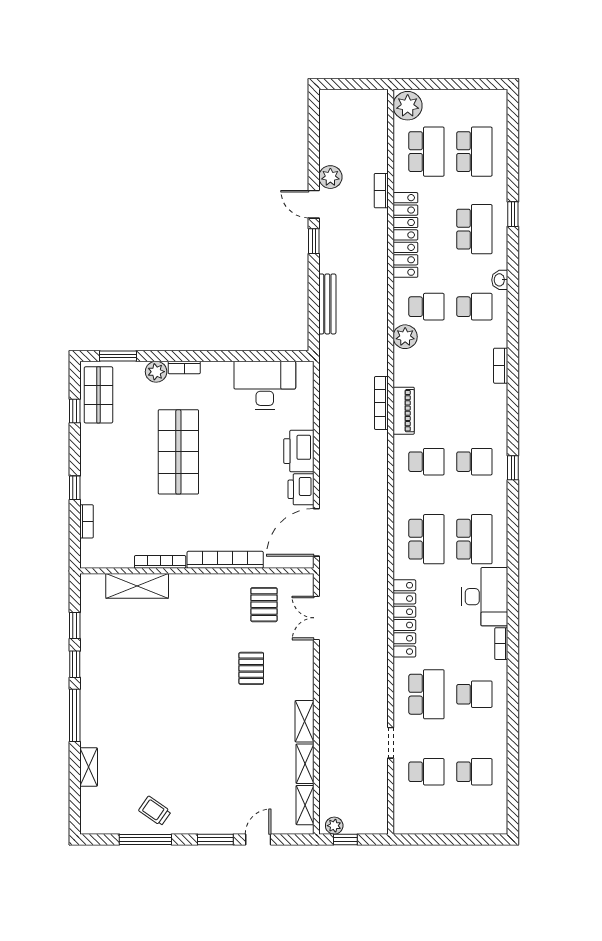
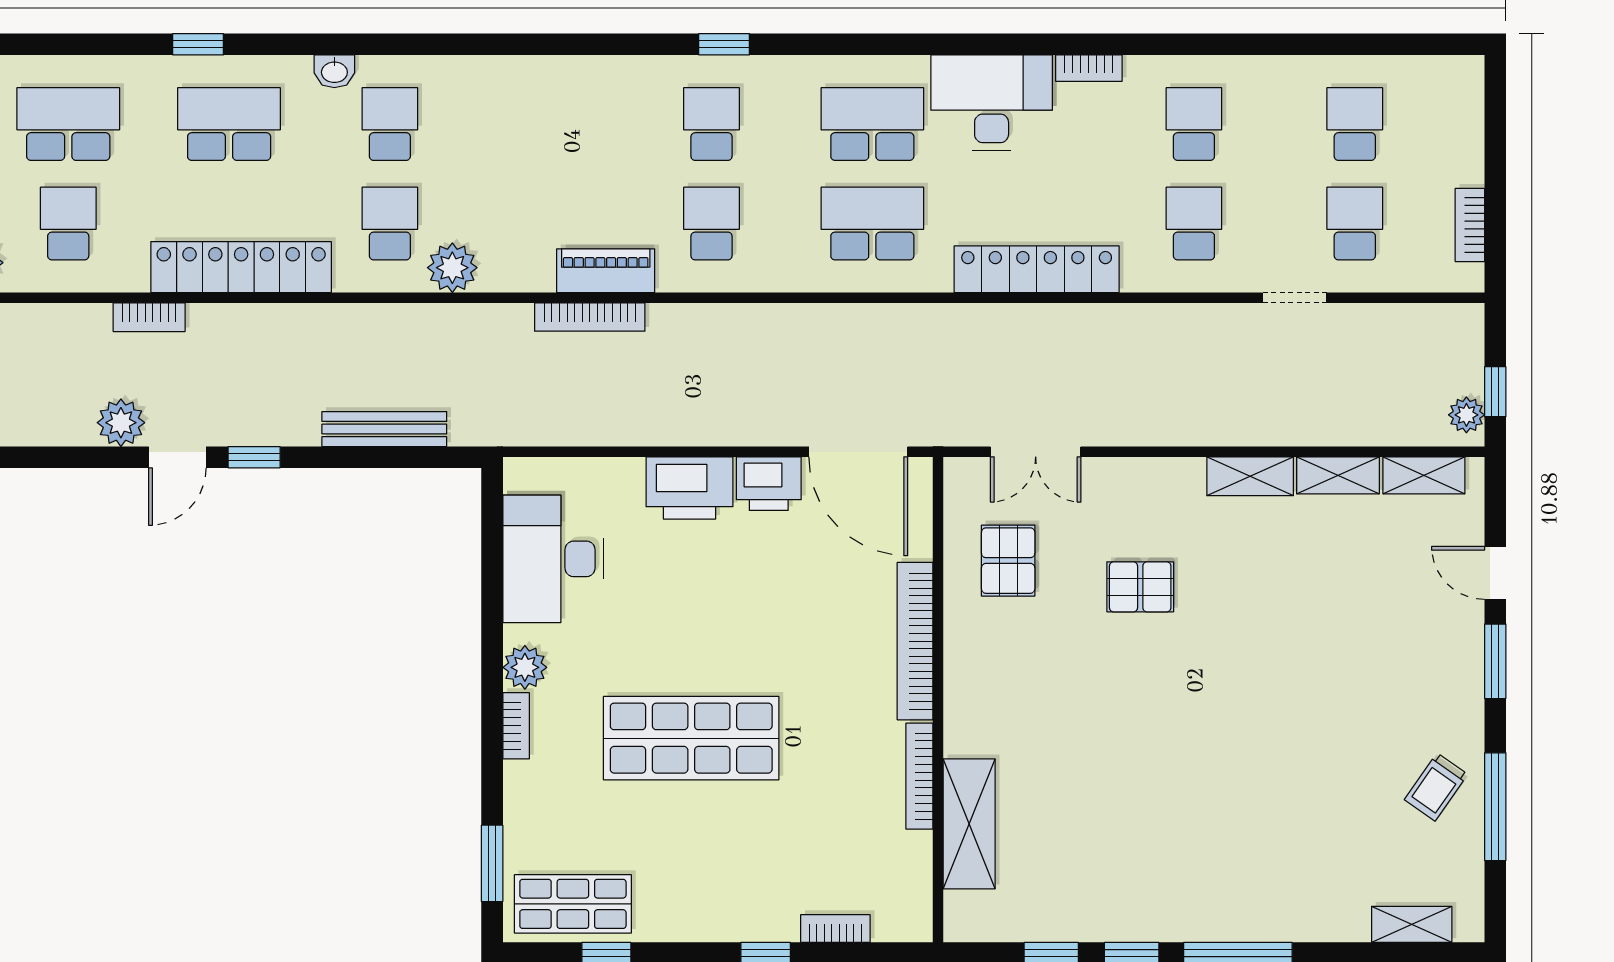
school desk: (426, 152) -> (68, 223), width x0.54
bookcase: (501, 366) -> (1470, 225), moved, turned 90
plant: (156, 372) -> (525, 667), moved
pallet: (264, 605) -> (1008, 561), turned 90
school desk: (426, 694) -> (1194, 223), width x0.54
shelving: (89, 767) -> (1412, 924), moved

